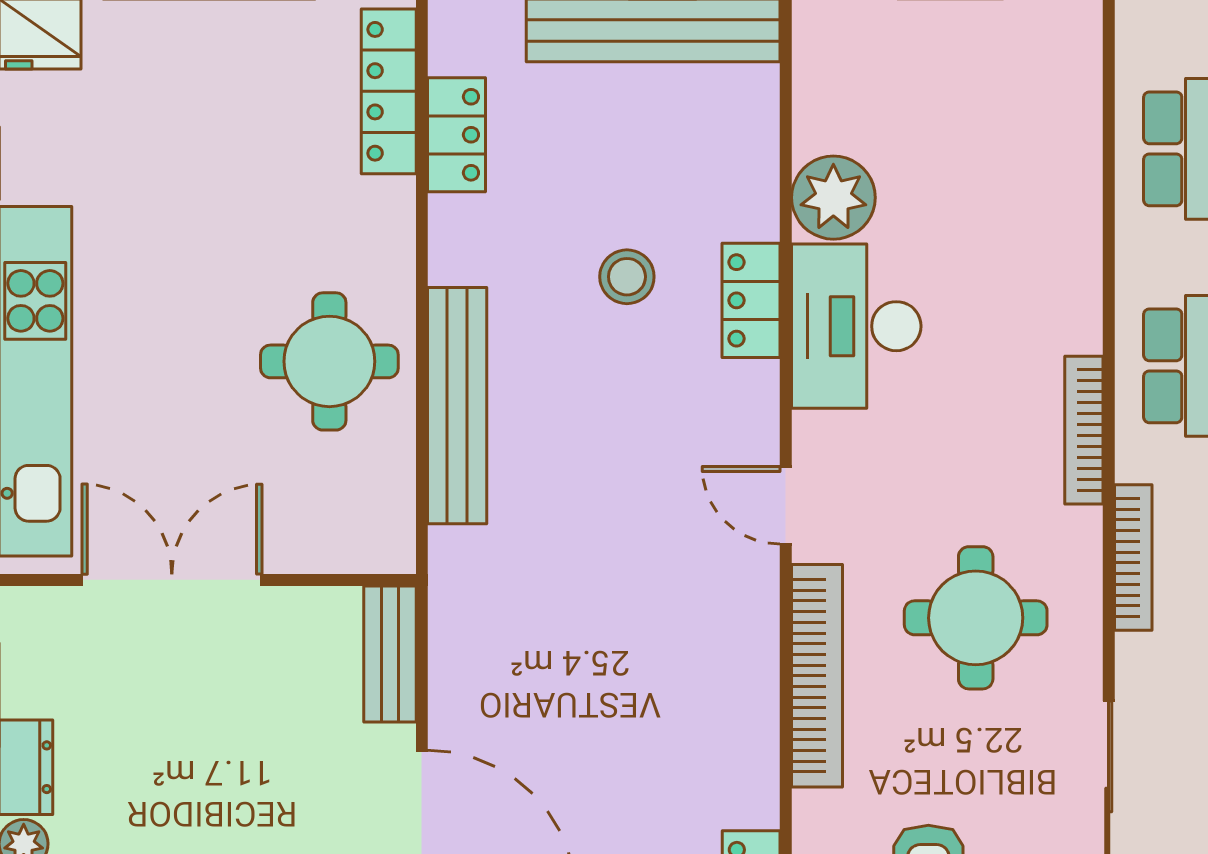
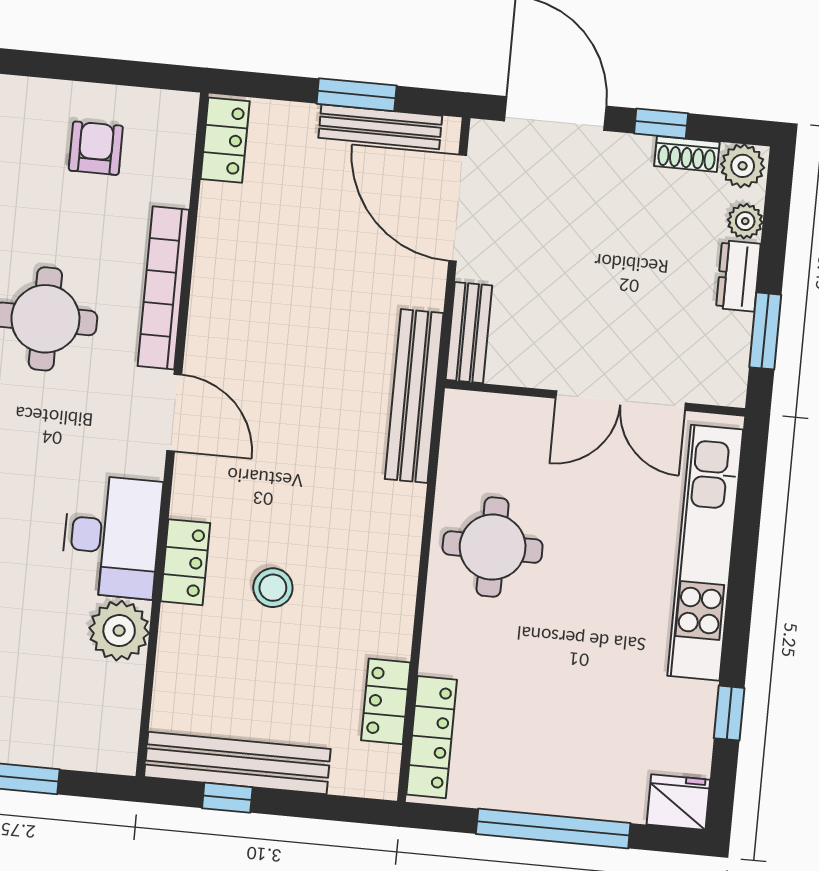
bench: (457, 406) -> (414, 396), moved
door: (786, 505) -> (174, 413), width x1.38

